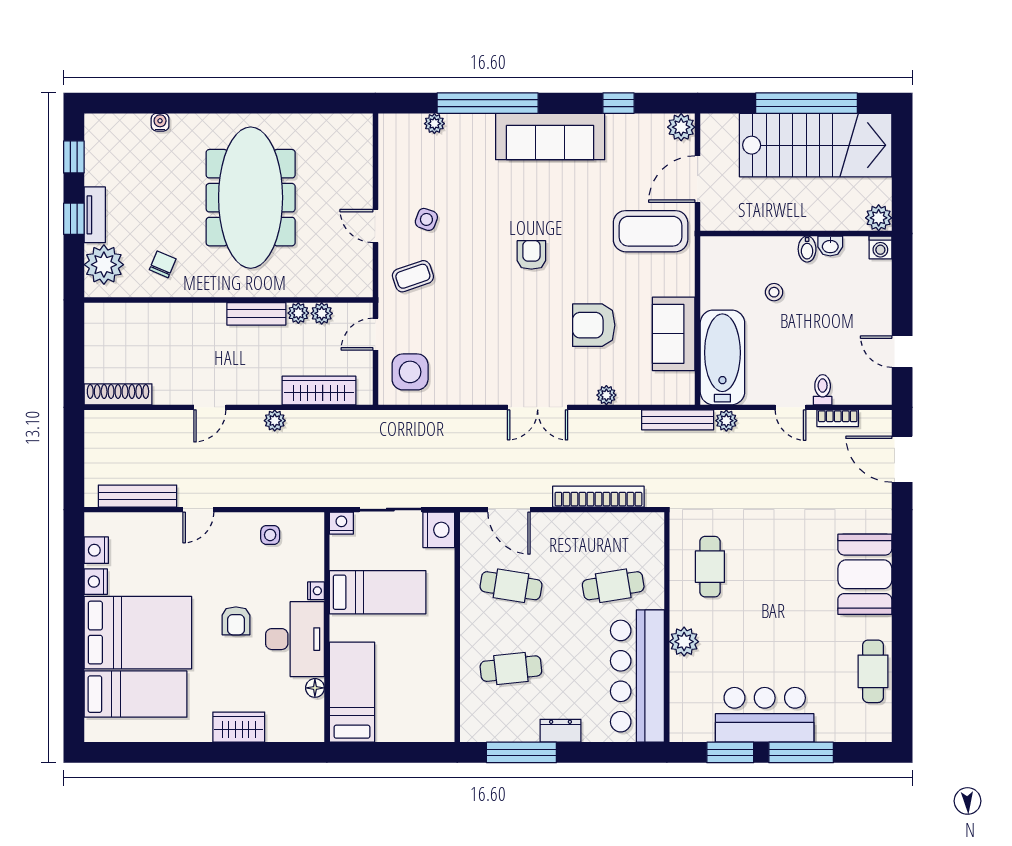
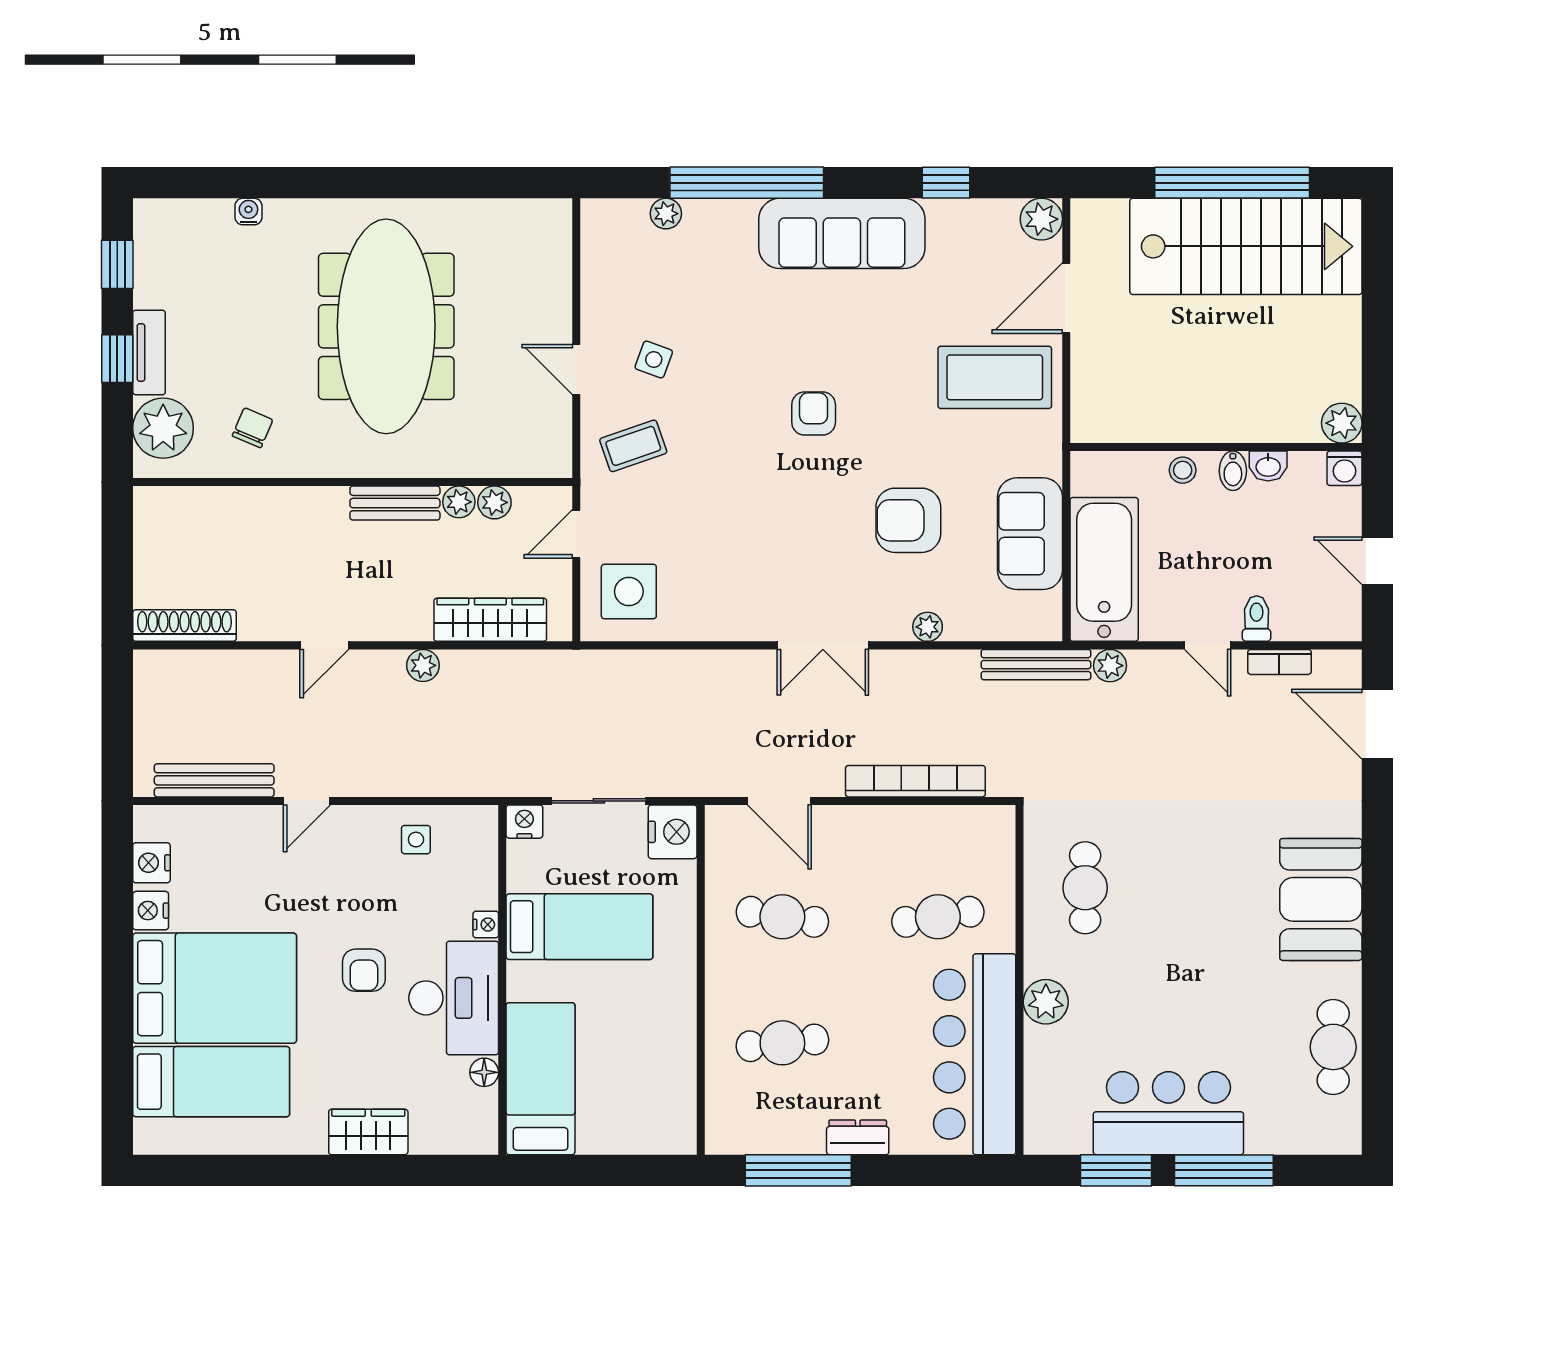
plant: (879, 218) -> (1342, 423), moved
wall: (796, 234) -> (1216, 447), moved
washbasin: (830, 246) -> (1268, 466), moved
washing machine: (880, 247) -> (1344, 468), moved
bidet: (807, 249) -> (1233, 471), moved

